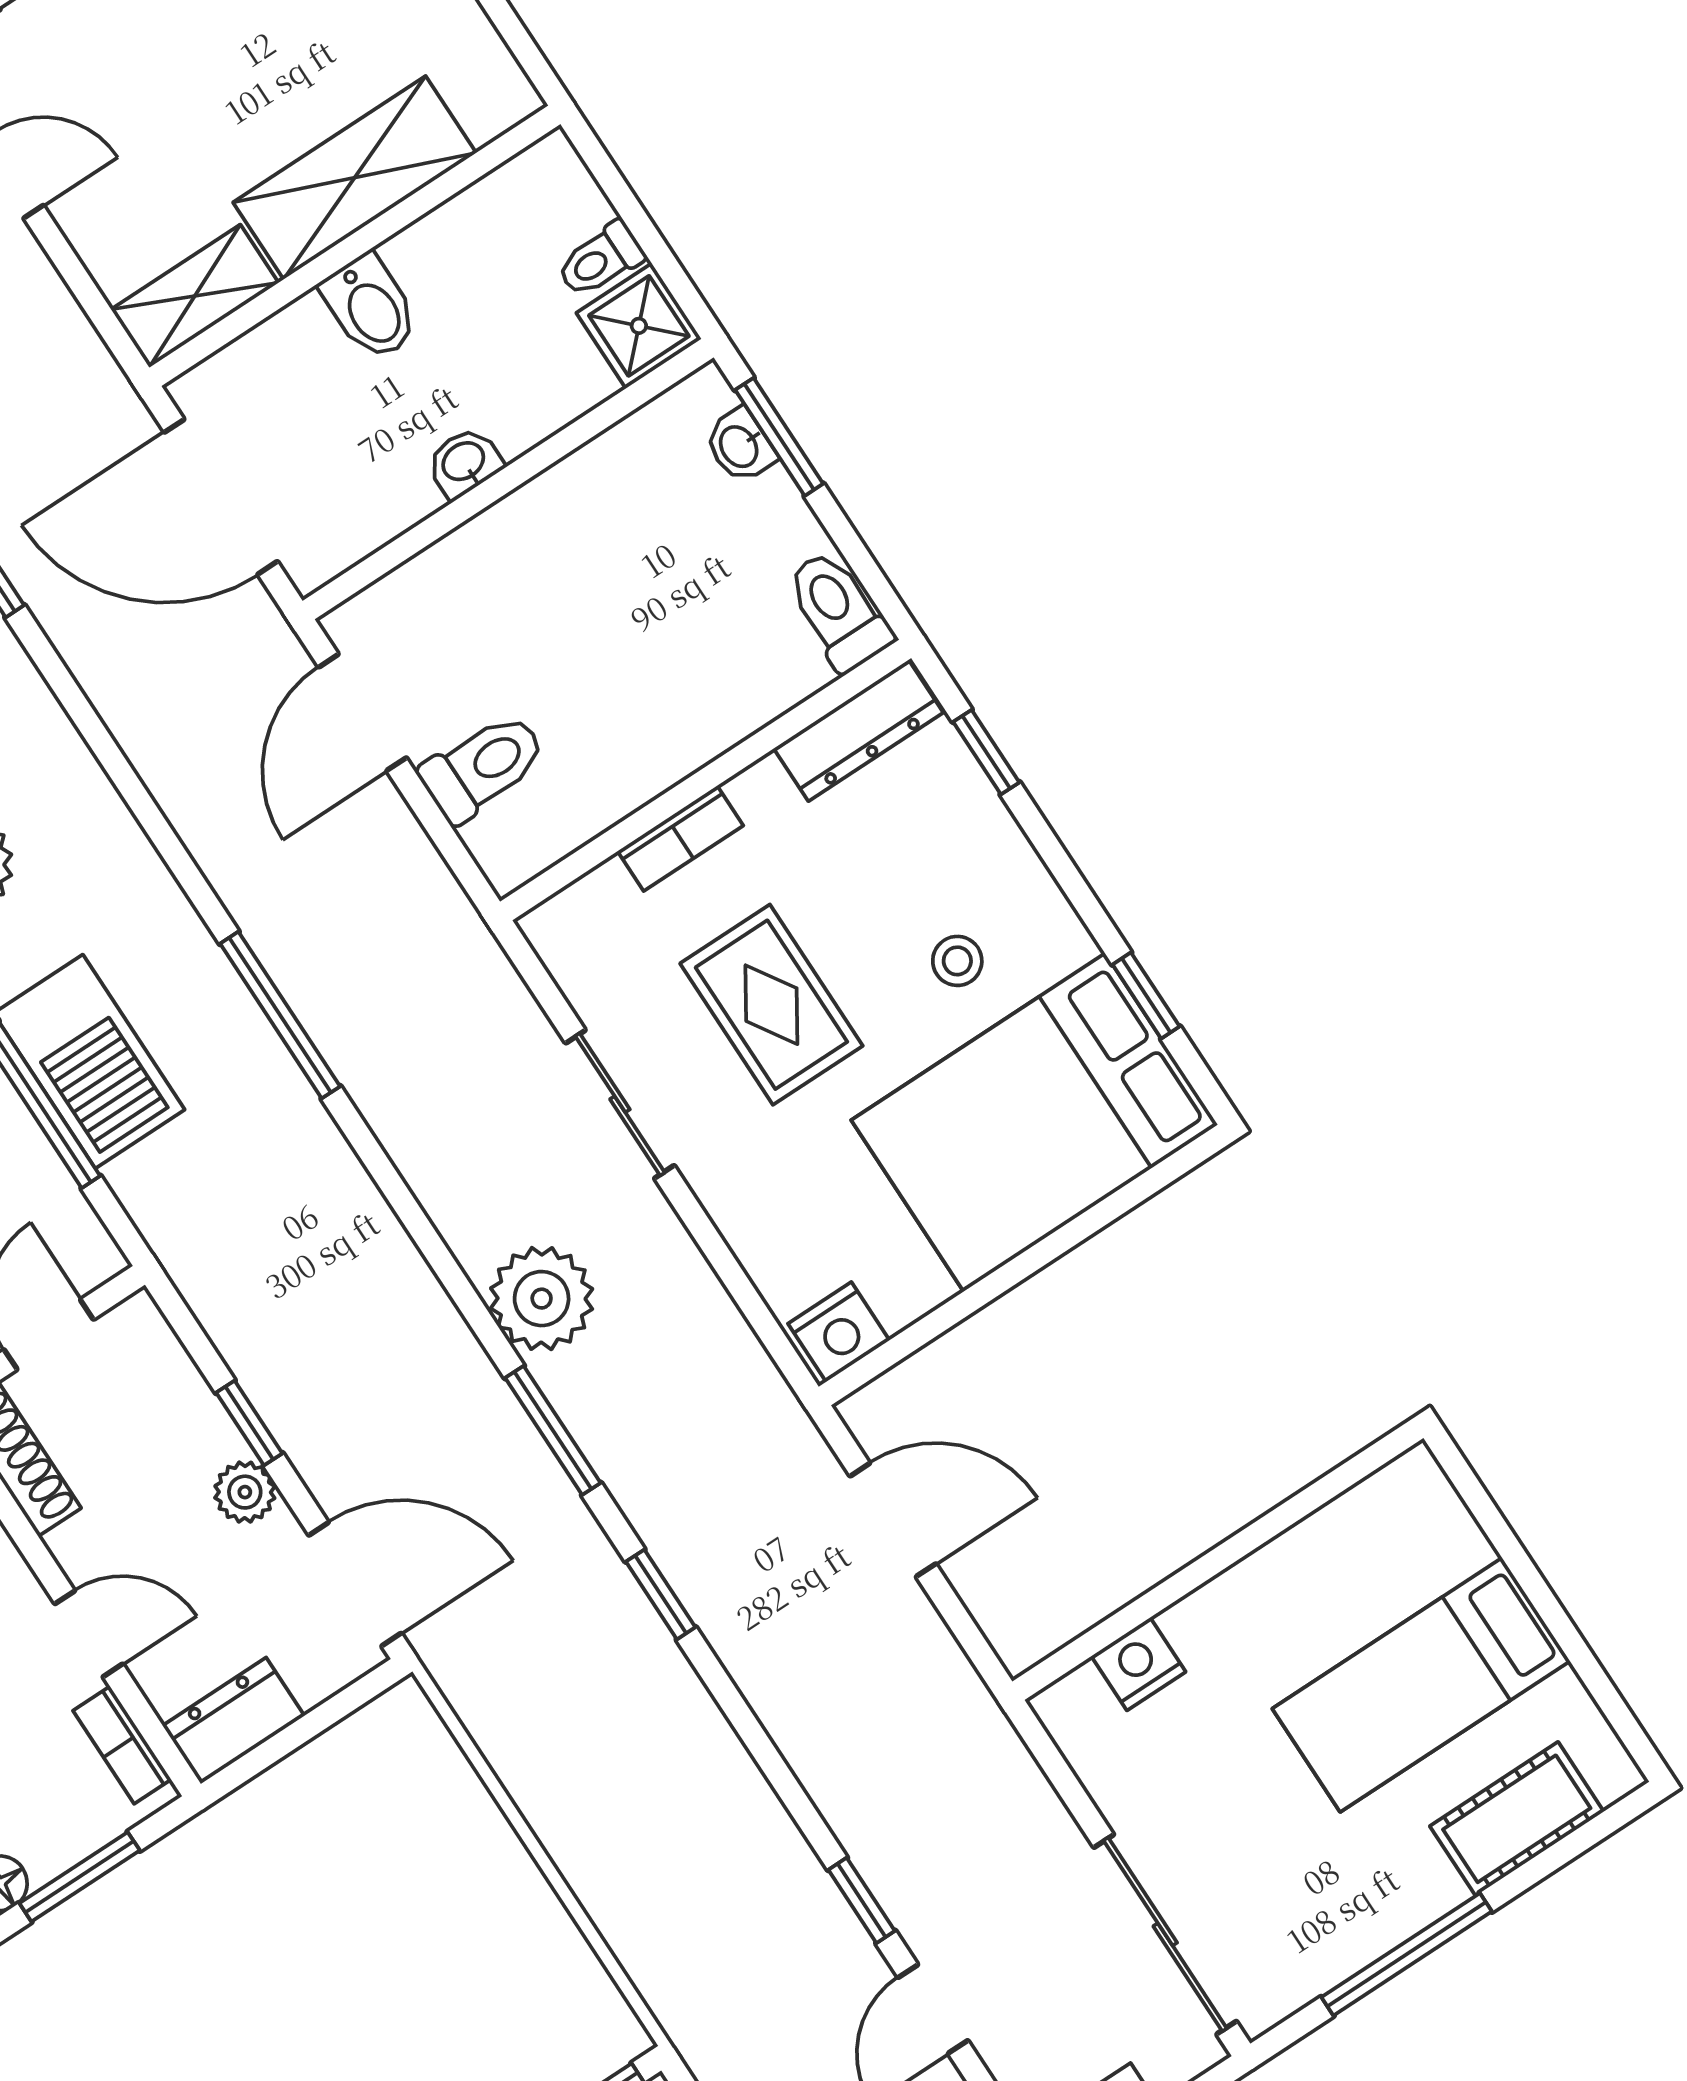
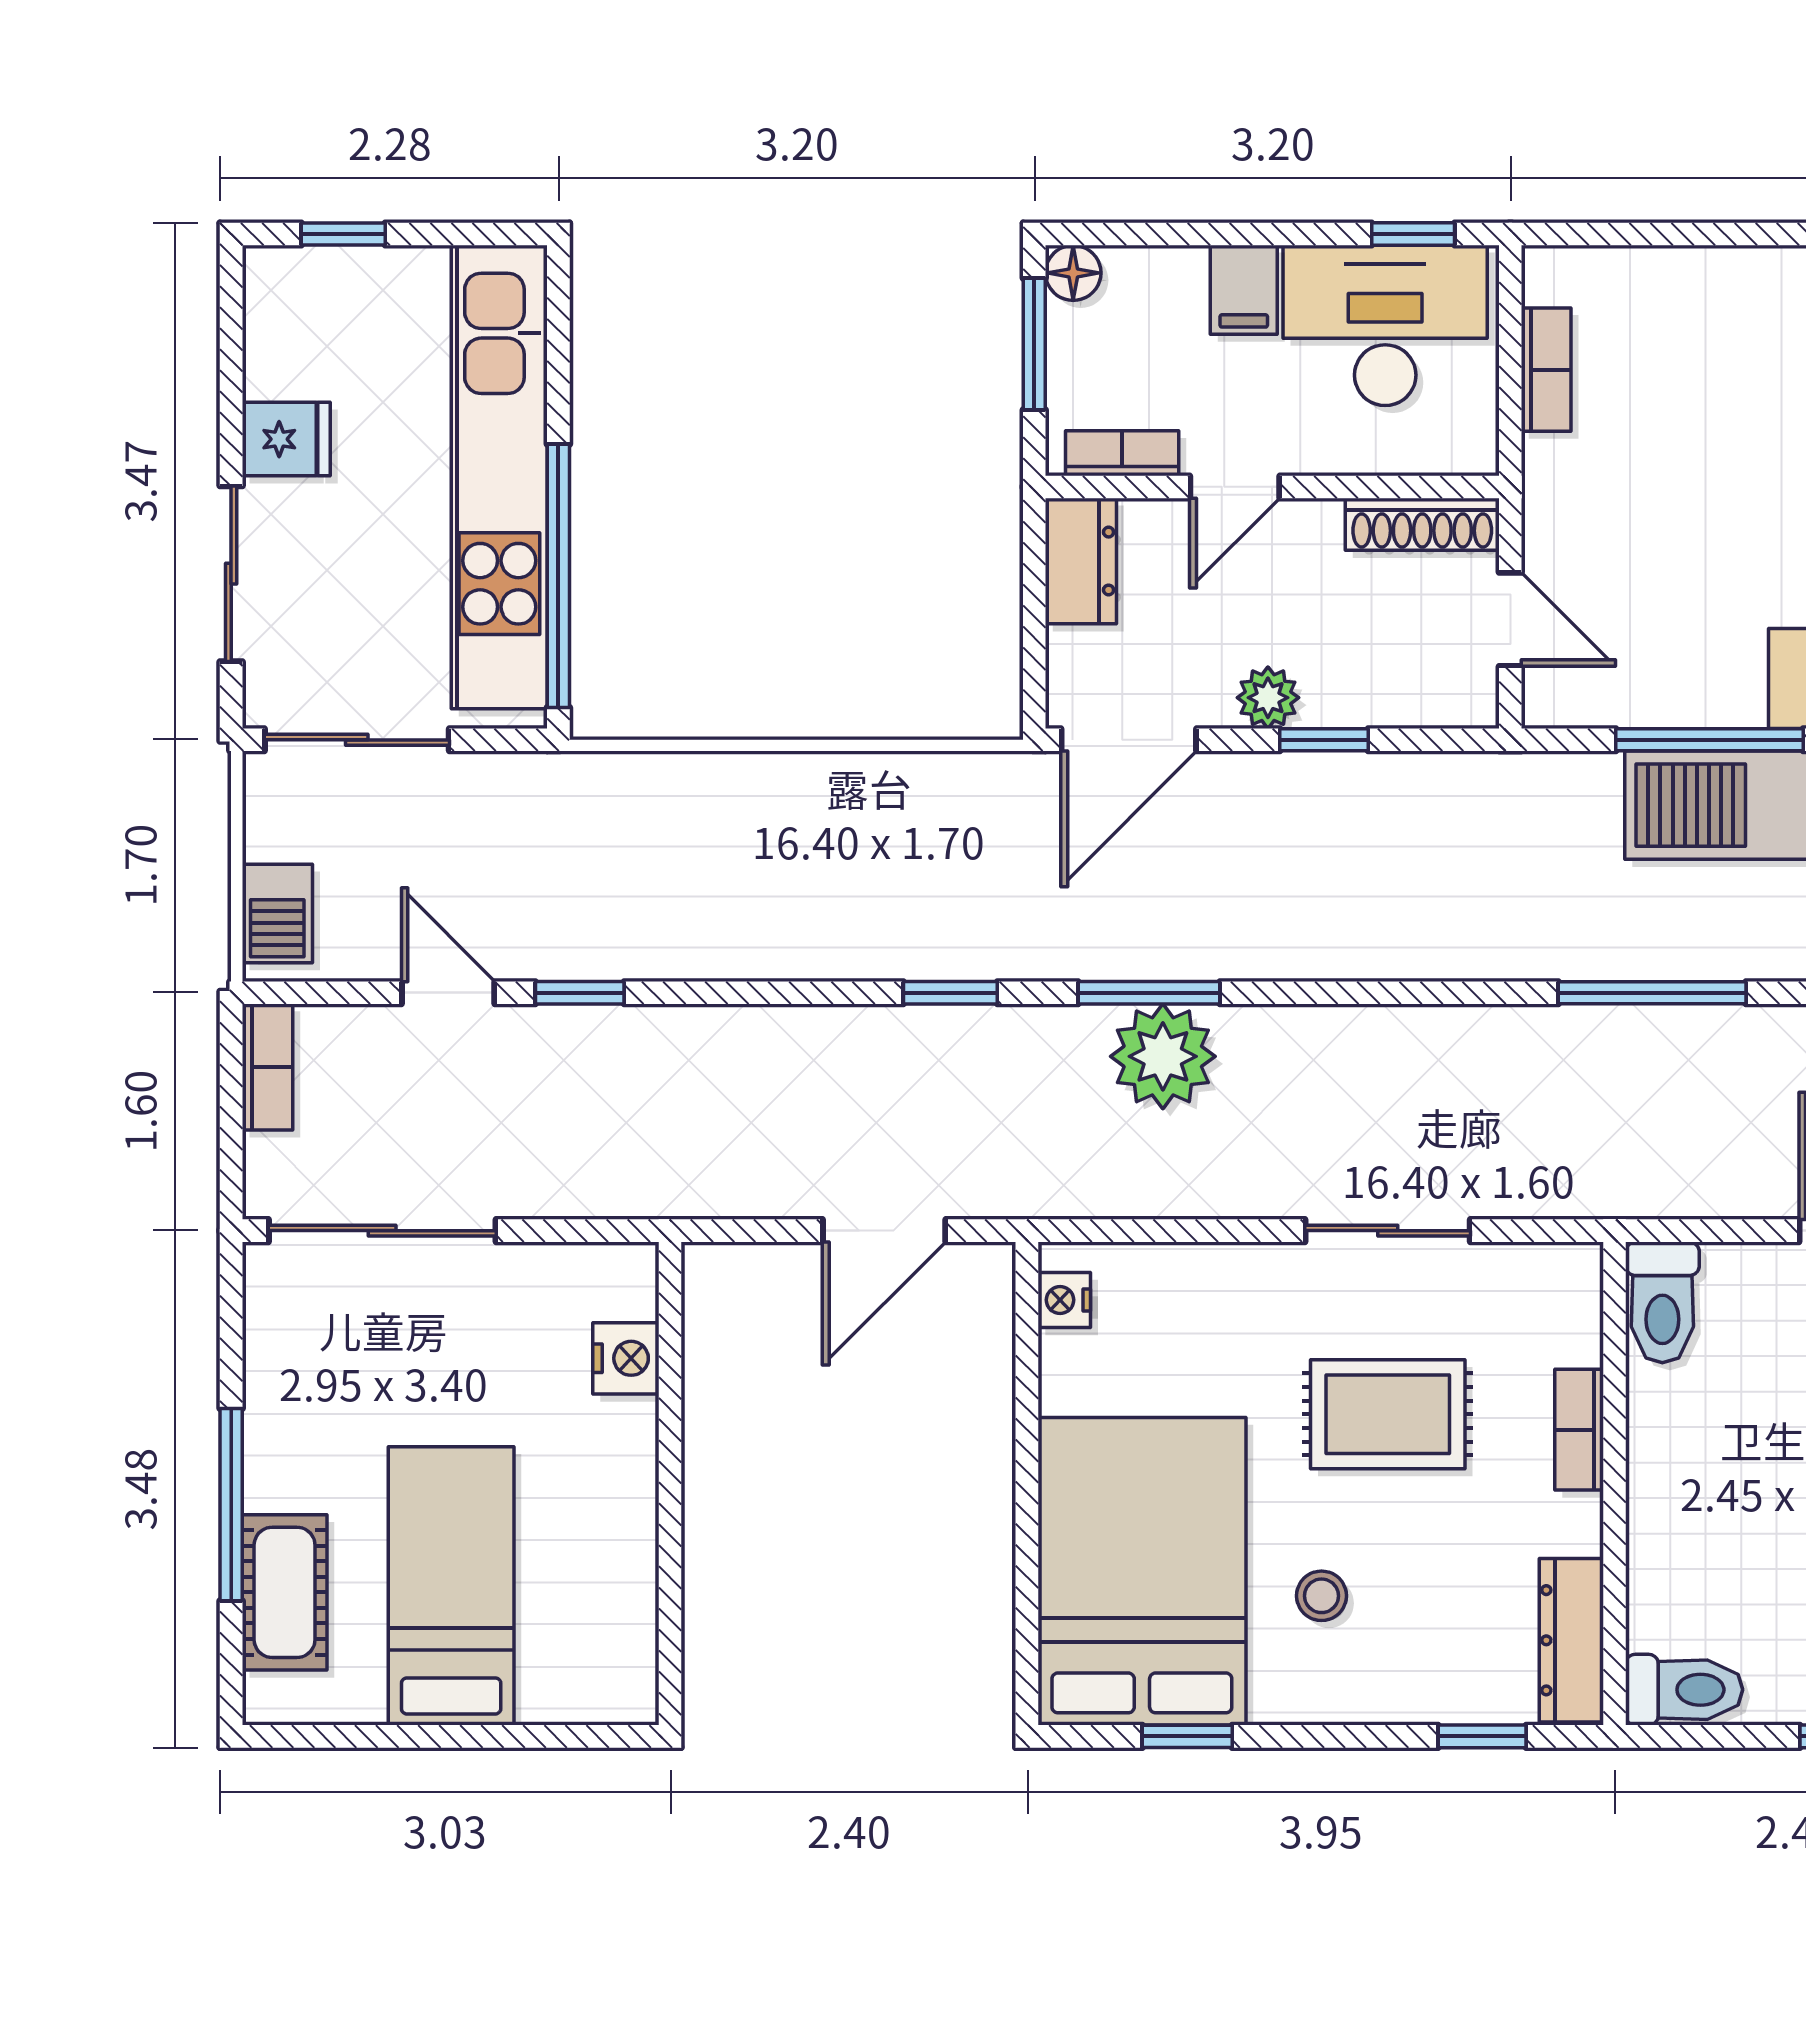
toilet: (483, 767) -> (1662, 1302), moved
plant: (542, 1299) -> (1163, 1056), moved
nightstand: (839, 1332) -> (1064, 1300), width x0.72, depth x0.74
window: (1407, 1954) -> (231, 1505), moved

